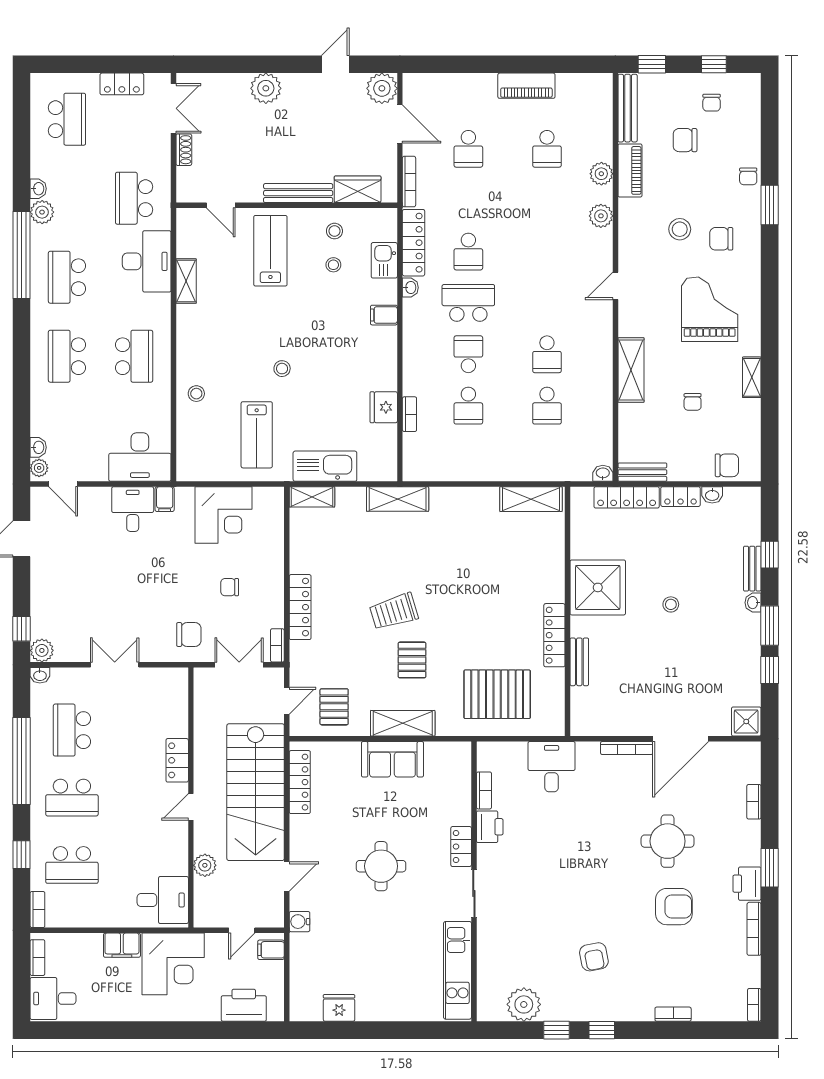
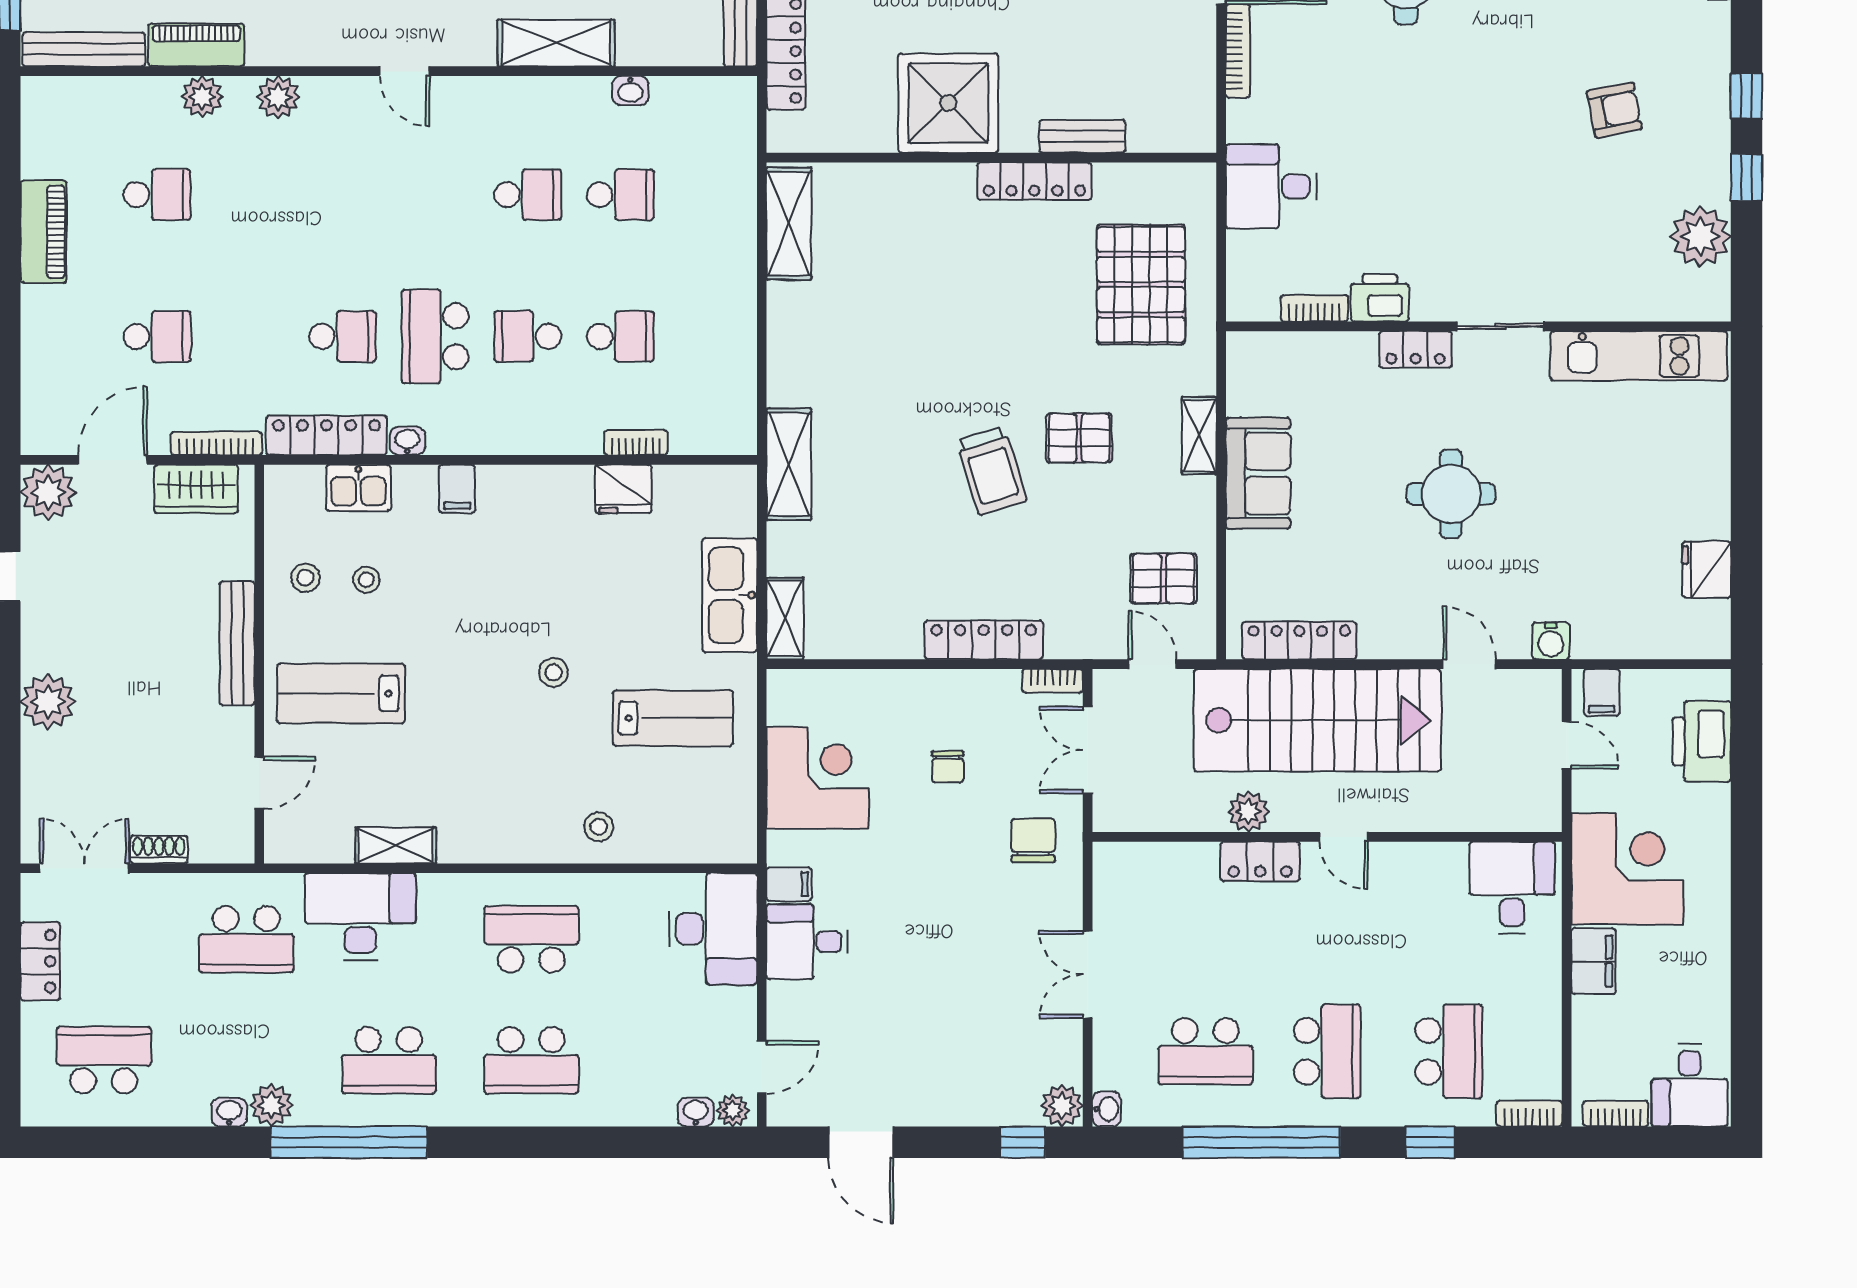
wardrobe: (358, 189) -> (196, 489), moved, turned -90
washbasin: (603, 473) -> (630, 91), moved, turned -90
shelving: (403, 723) -> (1199, 436), width x0.67, depth x0.75
plant: (205, 865) -> (1249, 812), moved

